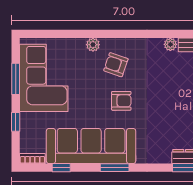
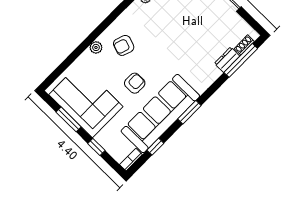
armchair: (121, 101) -> (135, 83), moved

